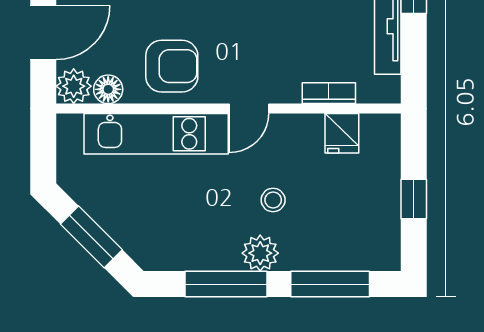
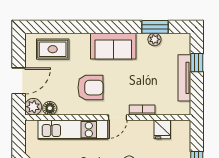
armchair: (172, 66) -> (90, 88), moved
bookcase: (329, 93) -> (142, 110), moved

